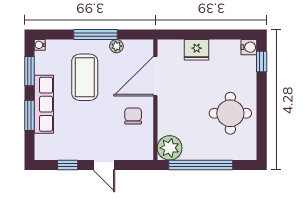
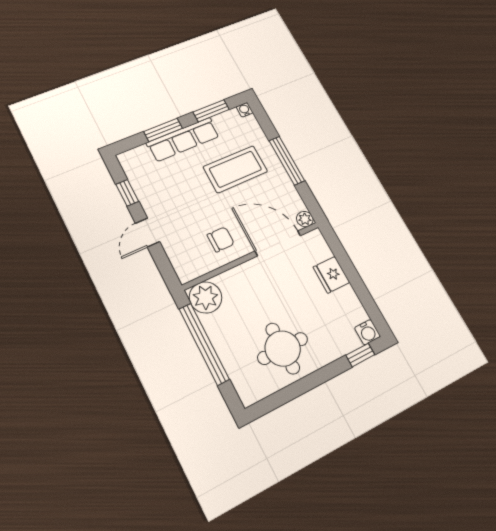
plant: (116, 46) -> (305, 219), moved

